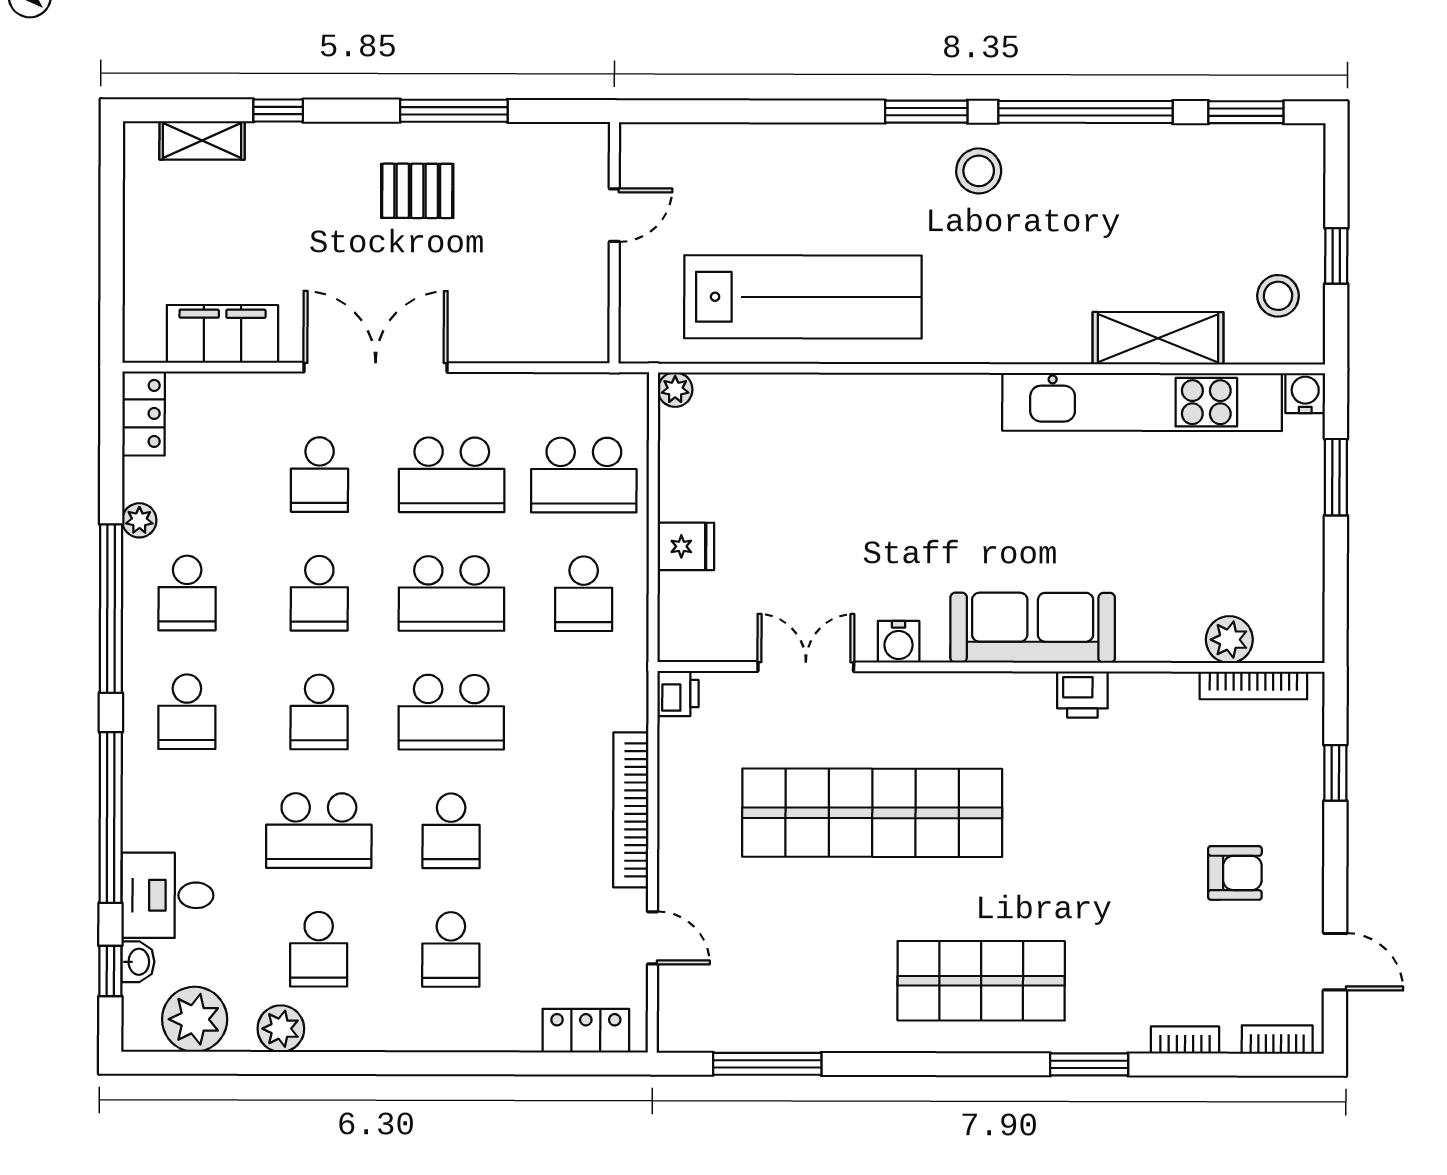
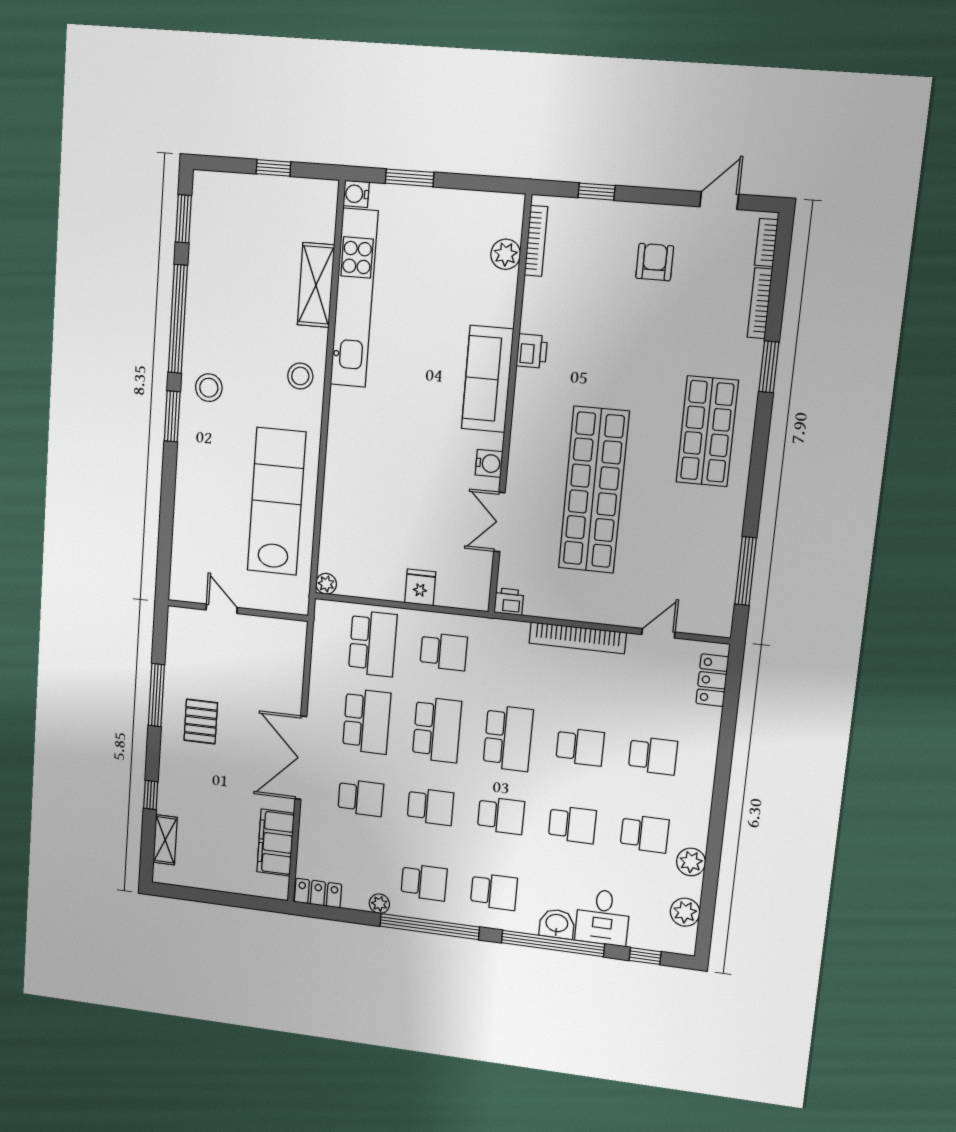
stool: (1278, 296) -> (300, 376), moved
school desk: (319, 831) -> (572, 825), width x0.54
washbasin: (138, 962) -> (557, 924), moved, width x1.38, depth x1.45
plant: (195, 1019) -> (685, 912), width x0.73, depth x0.73
bookcase: (1185, 1040) -> (760, 303), width x1.56

